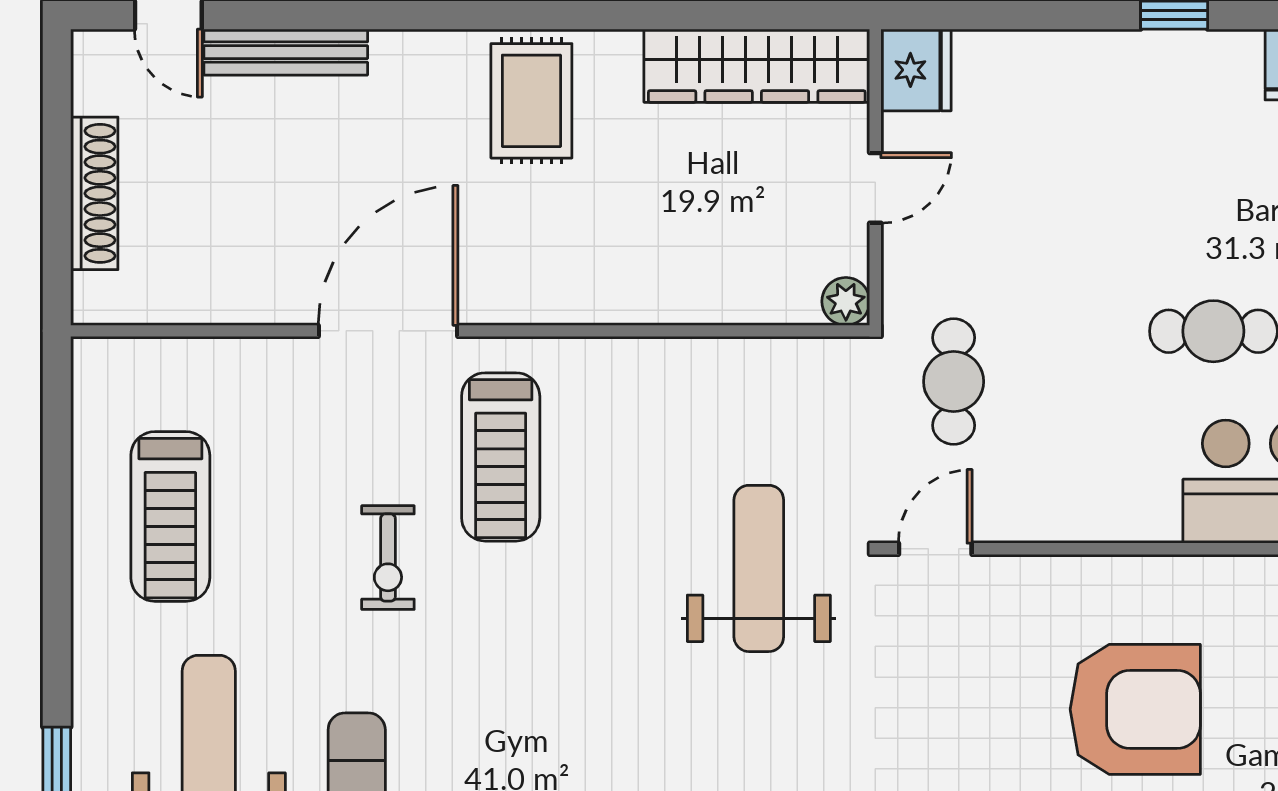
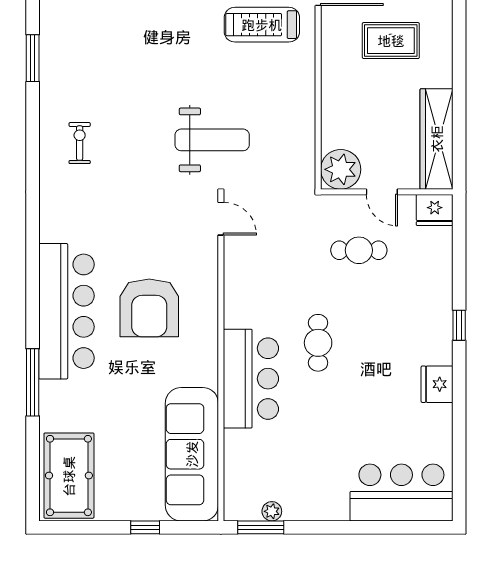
rug: (531, 101) -> (391, 41), moved
plant: (846, 301) -> (341, 169), width x1.88, depth x1.88
cafe table: (954, 382) -> (359, 250), moved

